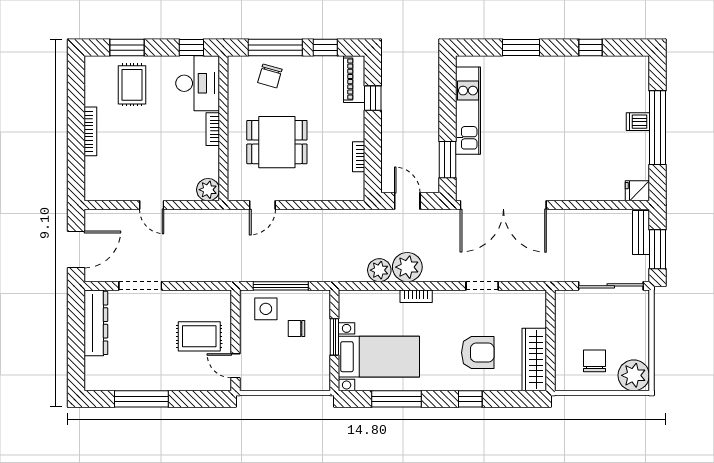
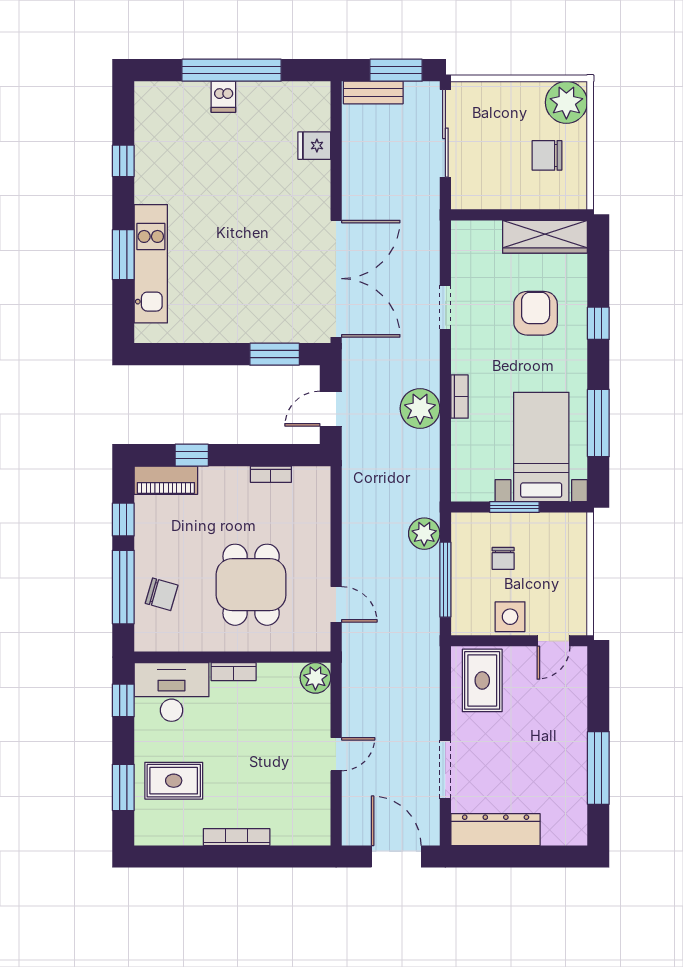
kitchen unit: (468, 111) -> (151, 264), moved, turned 90
fridge: (637, 191) -> (314, 146), moved, turned 90
plant: (379, 270) -> (424, 534), moved
side table: (266, 309) -> (510, 617), moved
rug: (199, 336) -> (482, 680), moved

